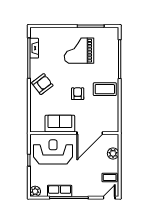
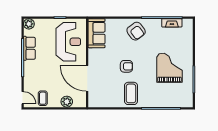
sofa: (60, 124) -> (97, 33), moved

